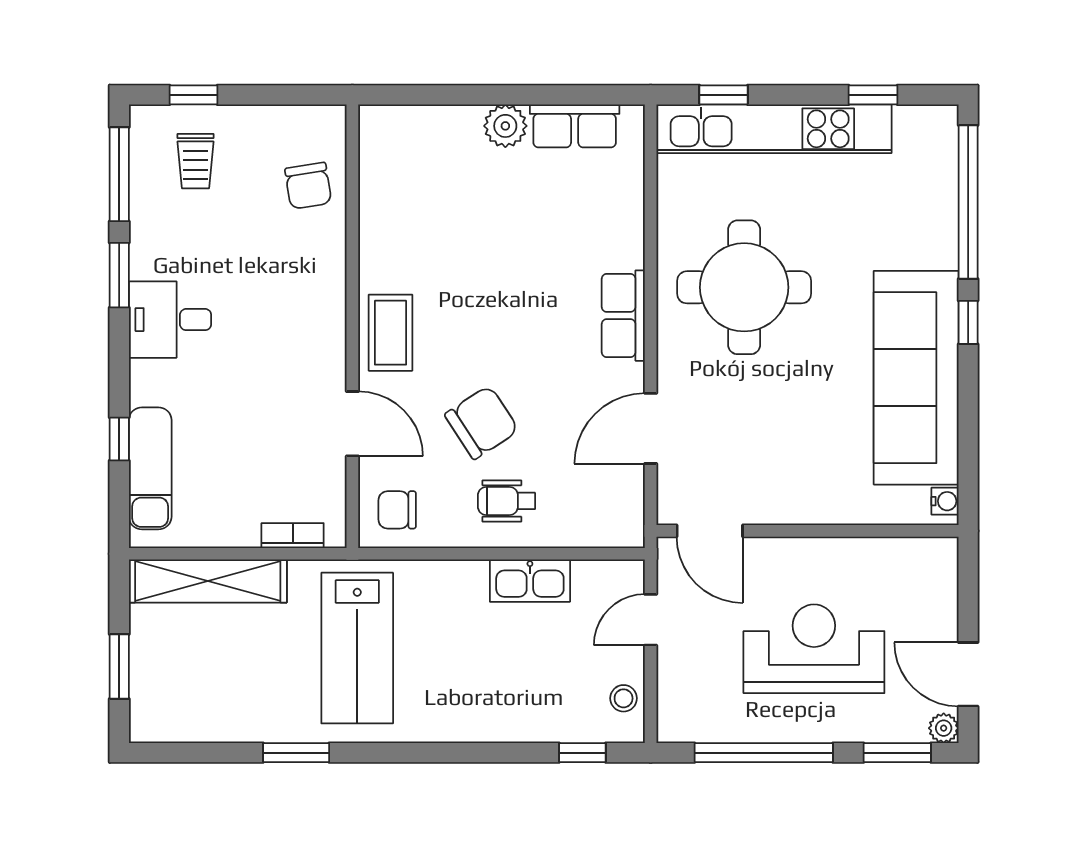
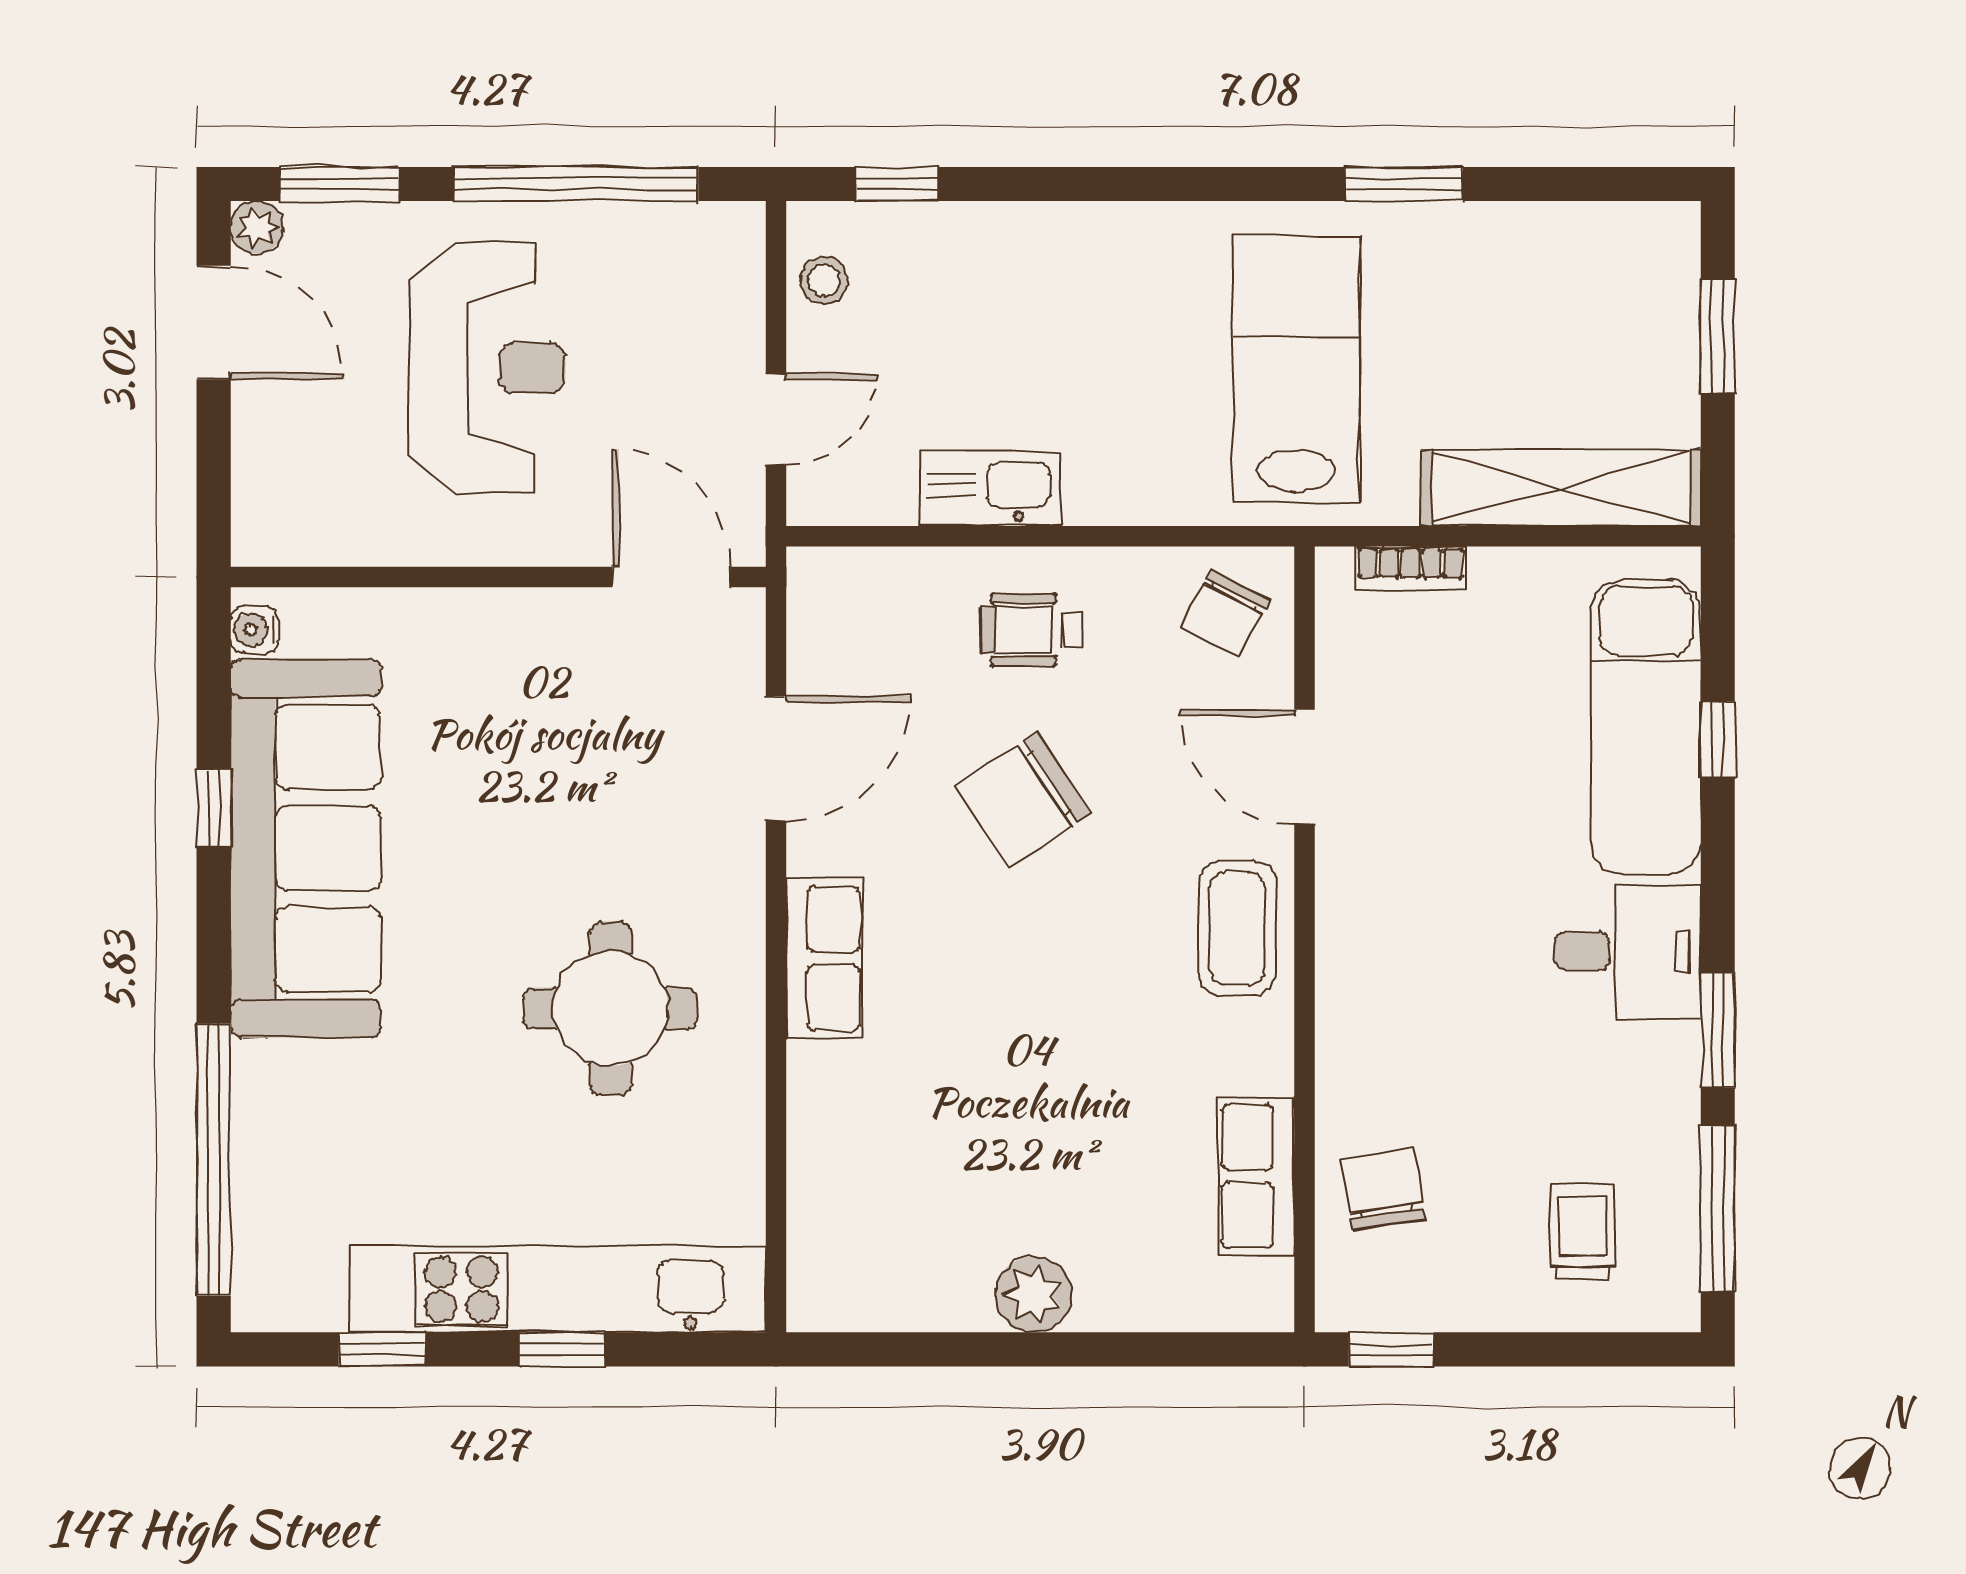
window: (194, 95) -> (1391, 1349), moved
window: (724, 95) -> (562, 1349), moved
row of seats: (575, 126) -> (1256, 1176), moved, turned -90
round table: (744, 287) -> (610, 1008), width x0.73, depth x0.73
window: (968, 322) -> (214, 808), moved
chair: (482, 422) -> (1023, 800), moved
exam couch: (150, 468) -> (1646, 727), width x1.36, depth x1.45
wheelchair: (506, 501) -> (1032, 630), turned 180
chair: (397, 510) -> (1225, 614), turned 118
reception desk: (814, 649) -> (487, 368), turned -90

